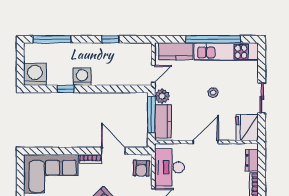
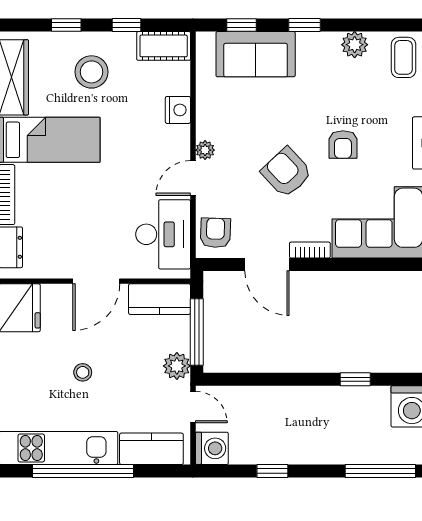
door: (153, 74) -> (193, 407), swing flipped
washing machine: (82, 77) -> (212, 448), moved, turned -90
kitchen counter: (163, 121) -> (160, 299), moved, turned -90

